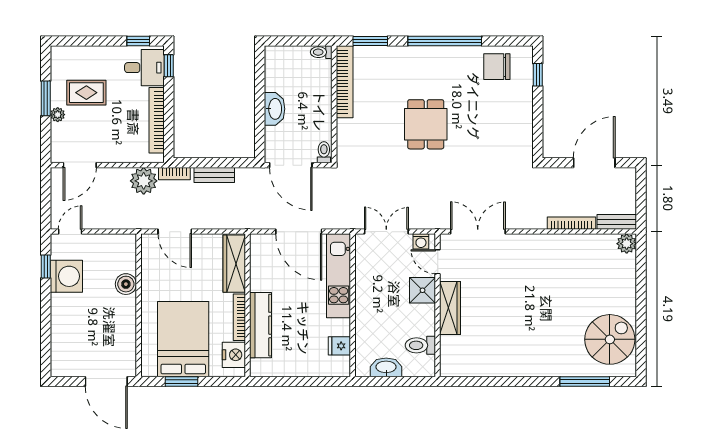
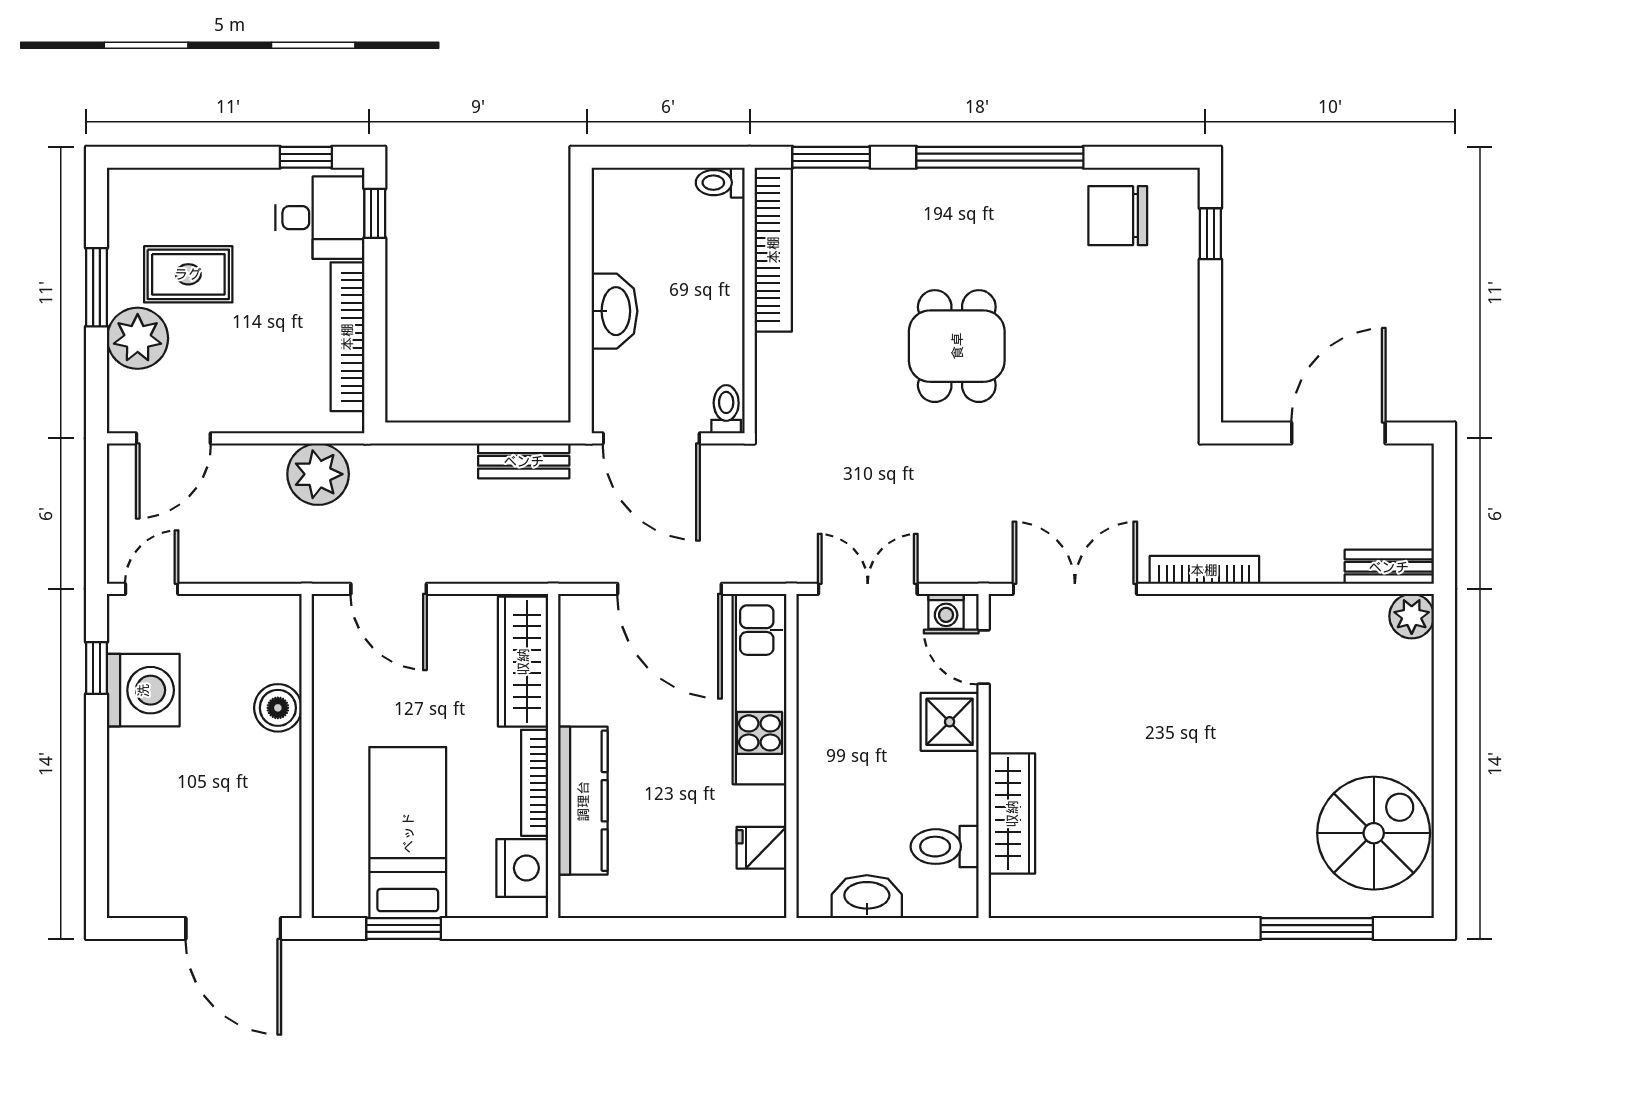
plant: (58, 115) -> (138, 338), width x1.88, depth x1.88
bookcase: (174, 174) -> (388, 458), removed
bench: (214, 175) -> (524, 461), moved
bookcase: (571, 223) -> (1204, 570), moved
wardrobe: (450, 308) -> (1012, 814), moved
bed: (183, 339) -> (408, 833), width x0.67

